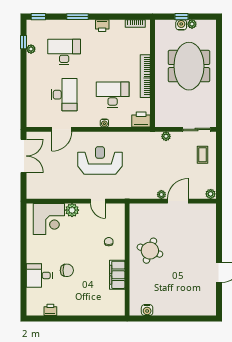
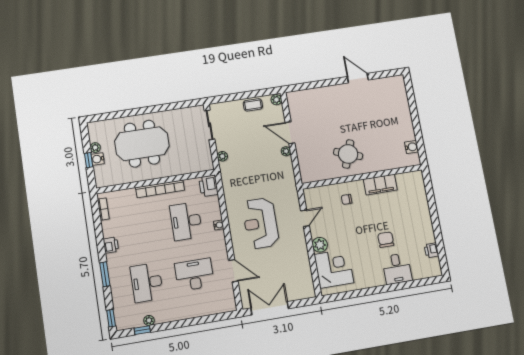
coffee table: (203, 155) -> (253, 105), moved

